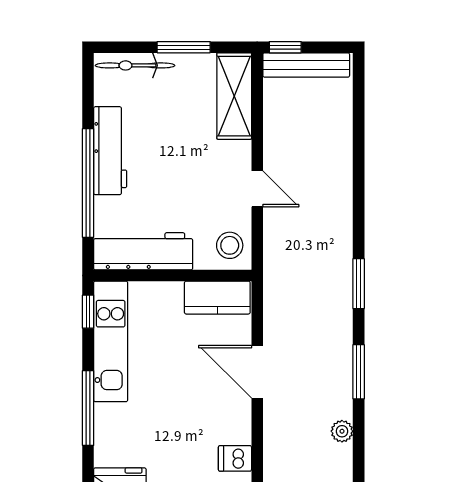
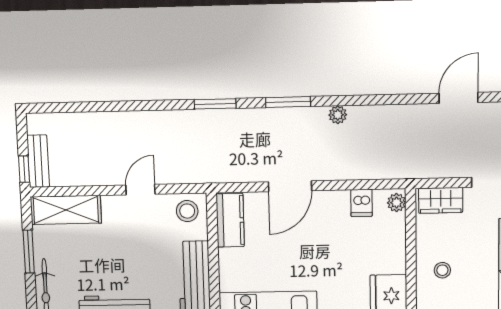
bench: (306, 65) -> (38, 161), width x0.73

